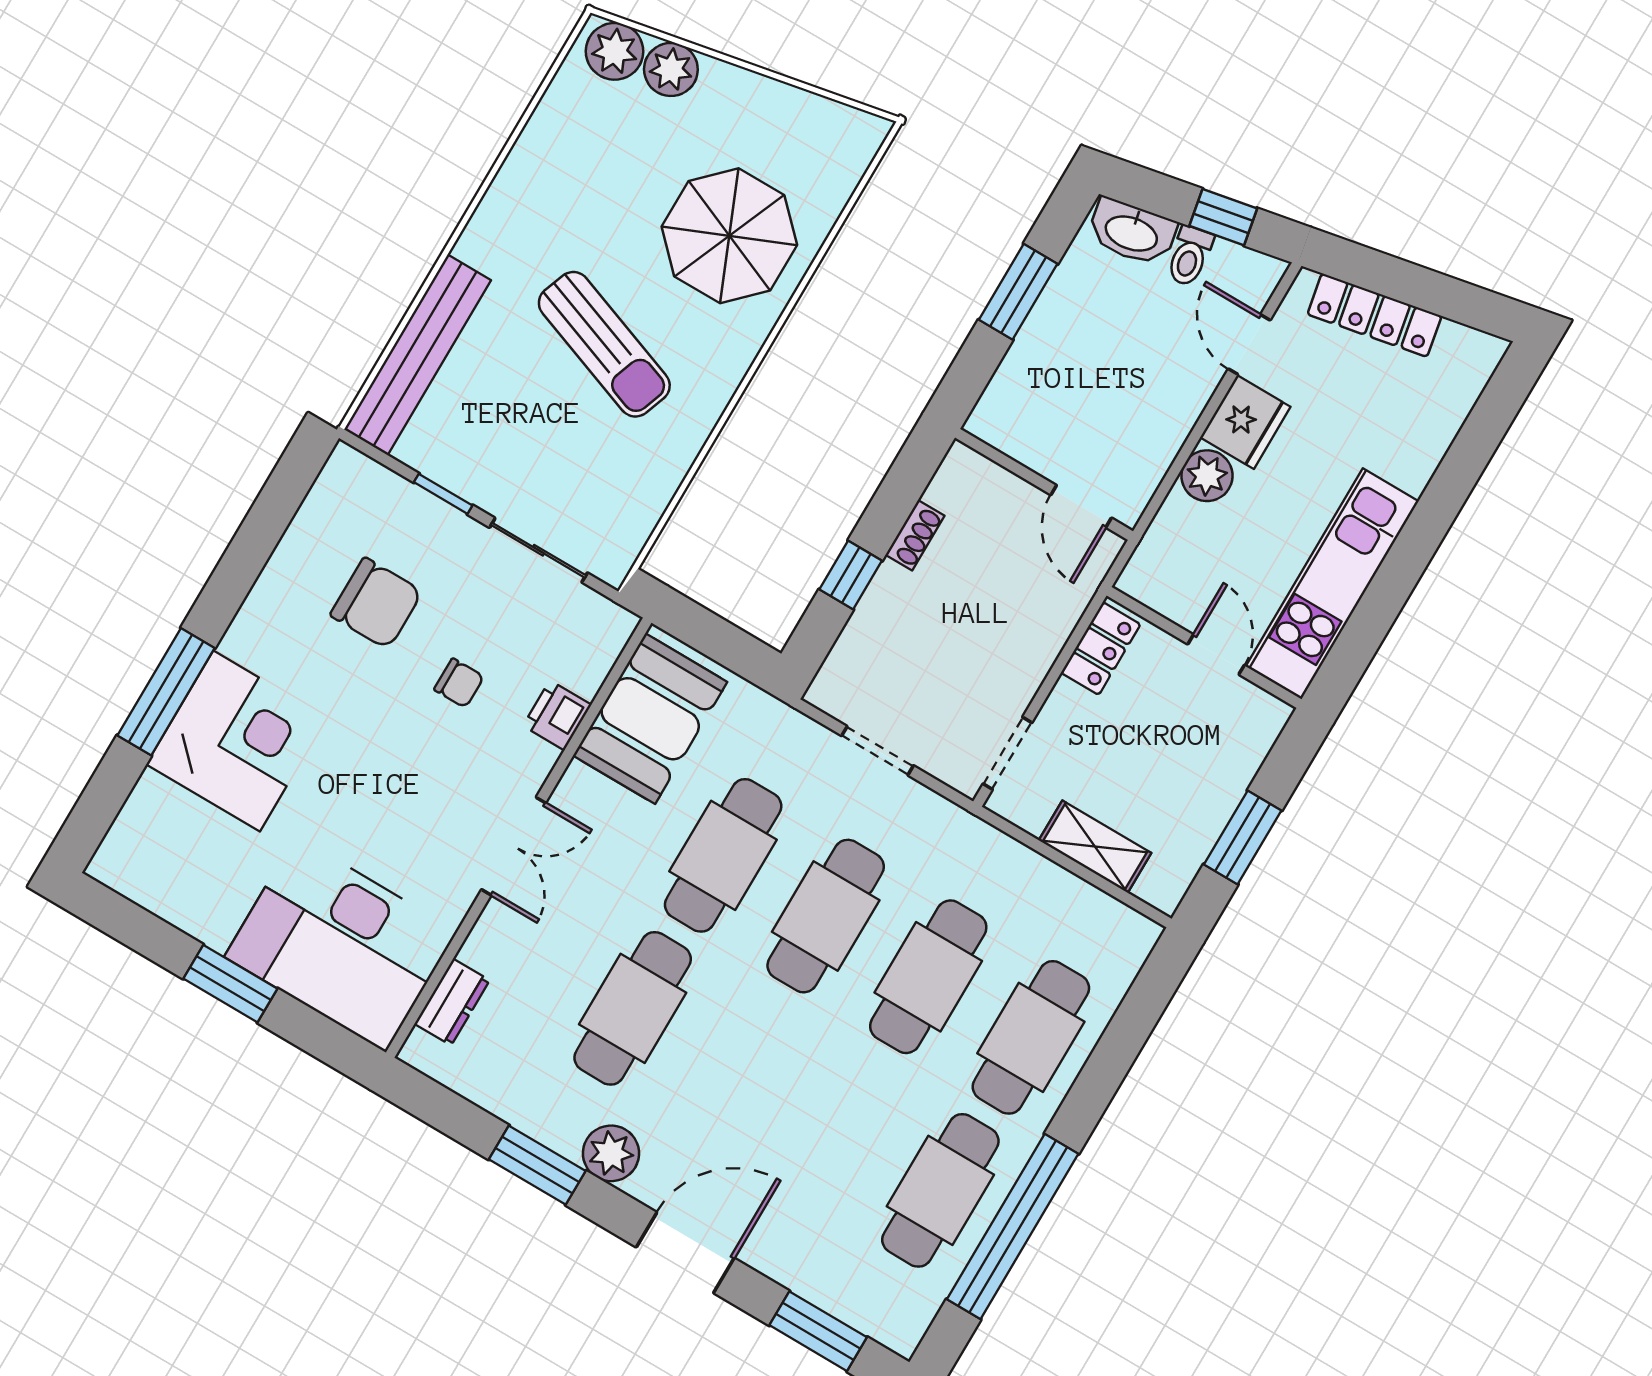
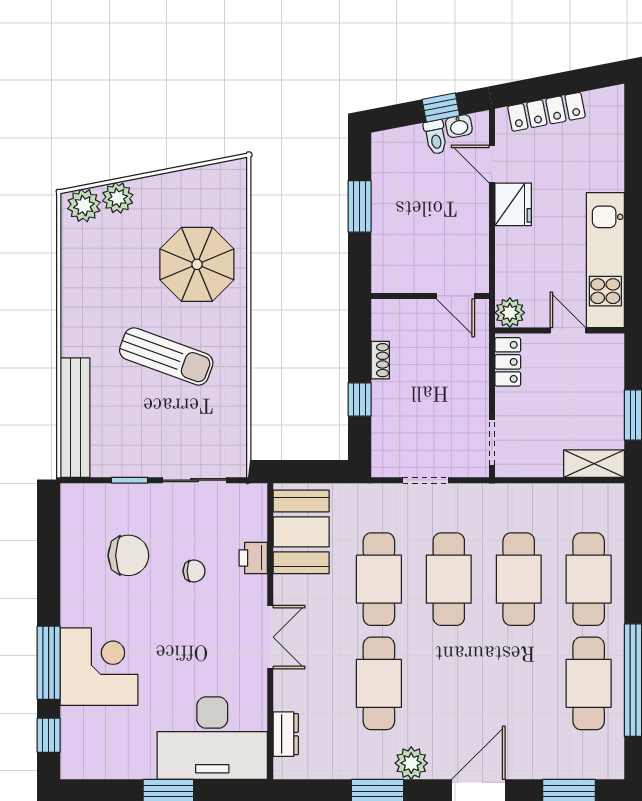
washbasin: (1132, 232) -> (459, 126), moved, width x0.52, depth x0.69
plant: (1207, 476) -> (510, 313), moved
window: (103, 798) -> (49, 735), added
shelving: (1095, 847) -> (594, 464), moved

